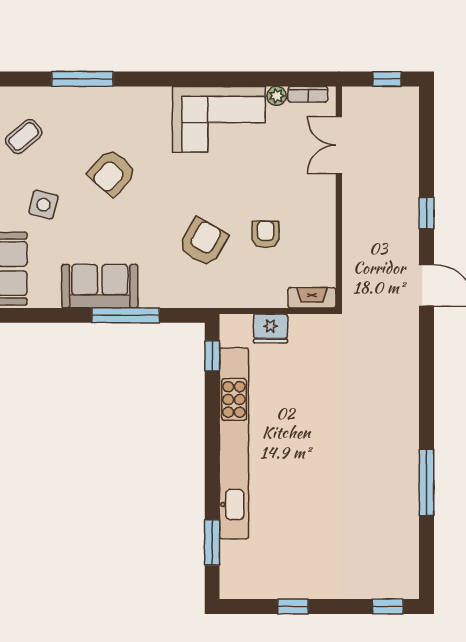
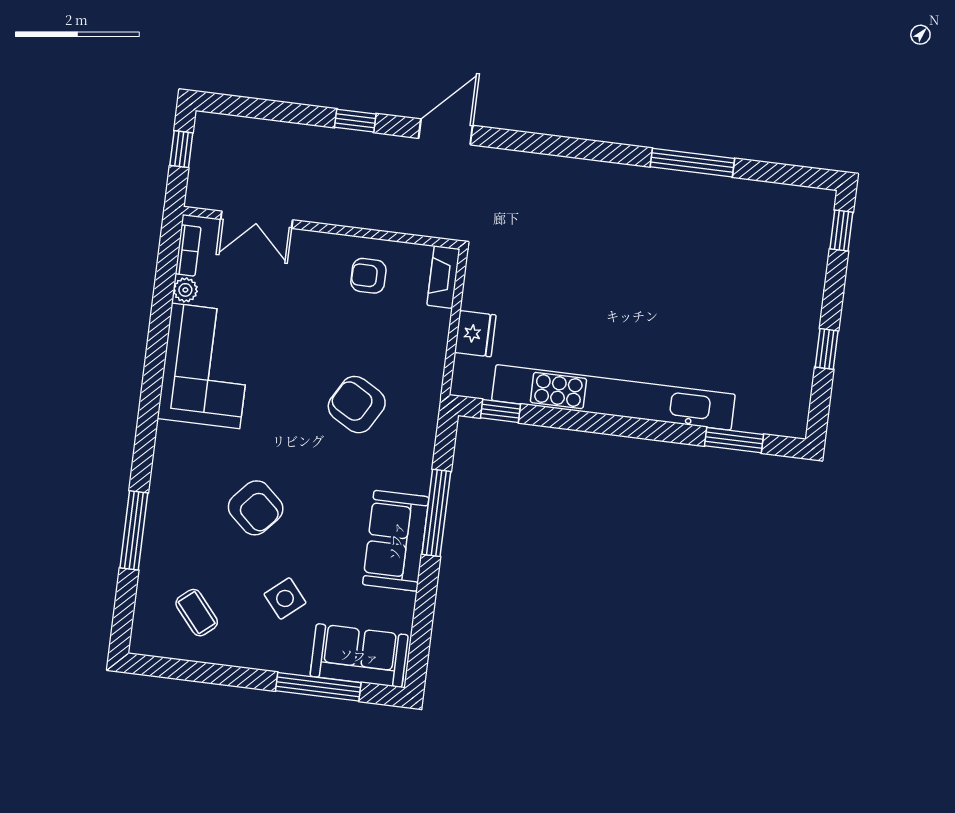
side table: (43, 205) -> (285, 598), turned 37
armchair: (266, 235) -> (368, 276), moved

